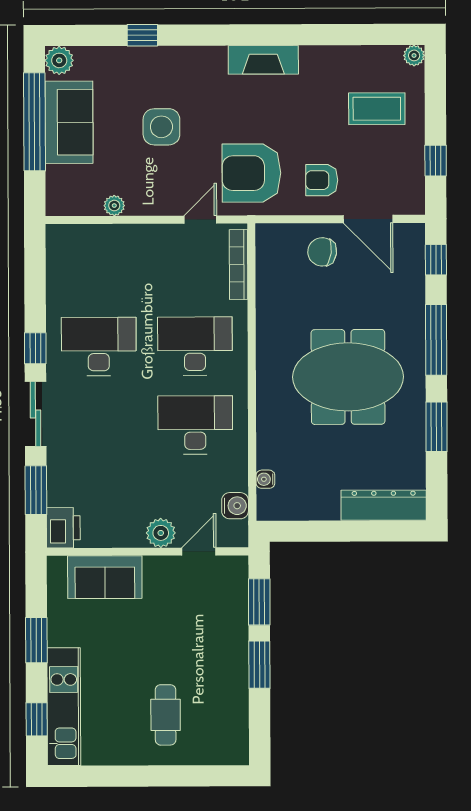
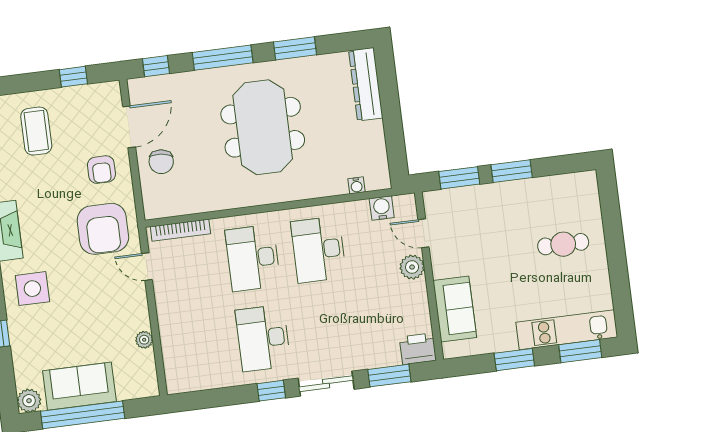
side table: (161, 127) -> (32, 289), moved
window: (37, 719) -> (580, 351), width x1.50

